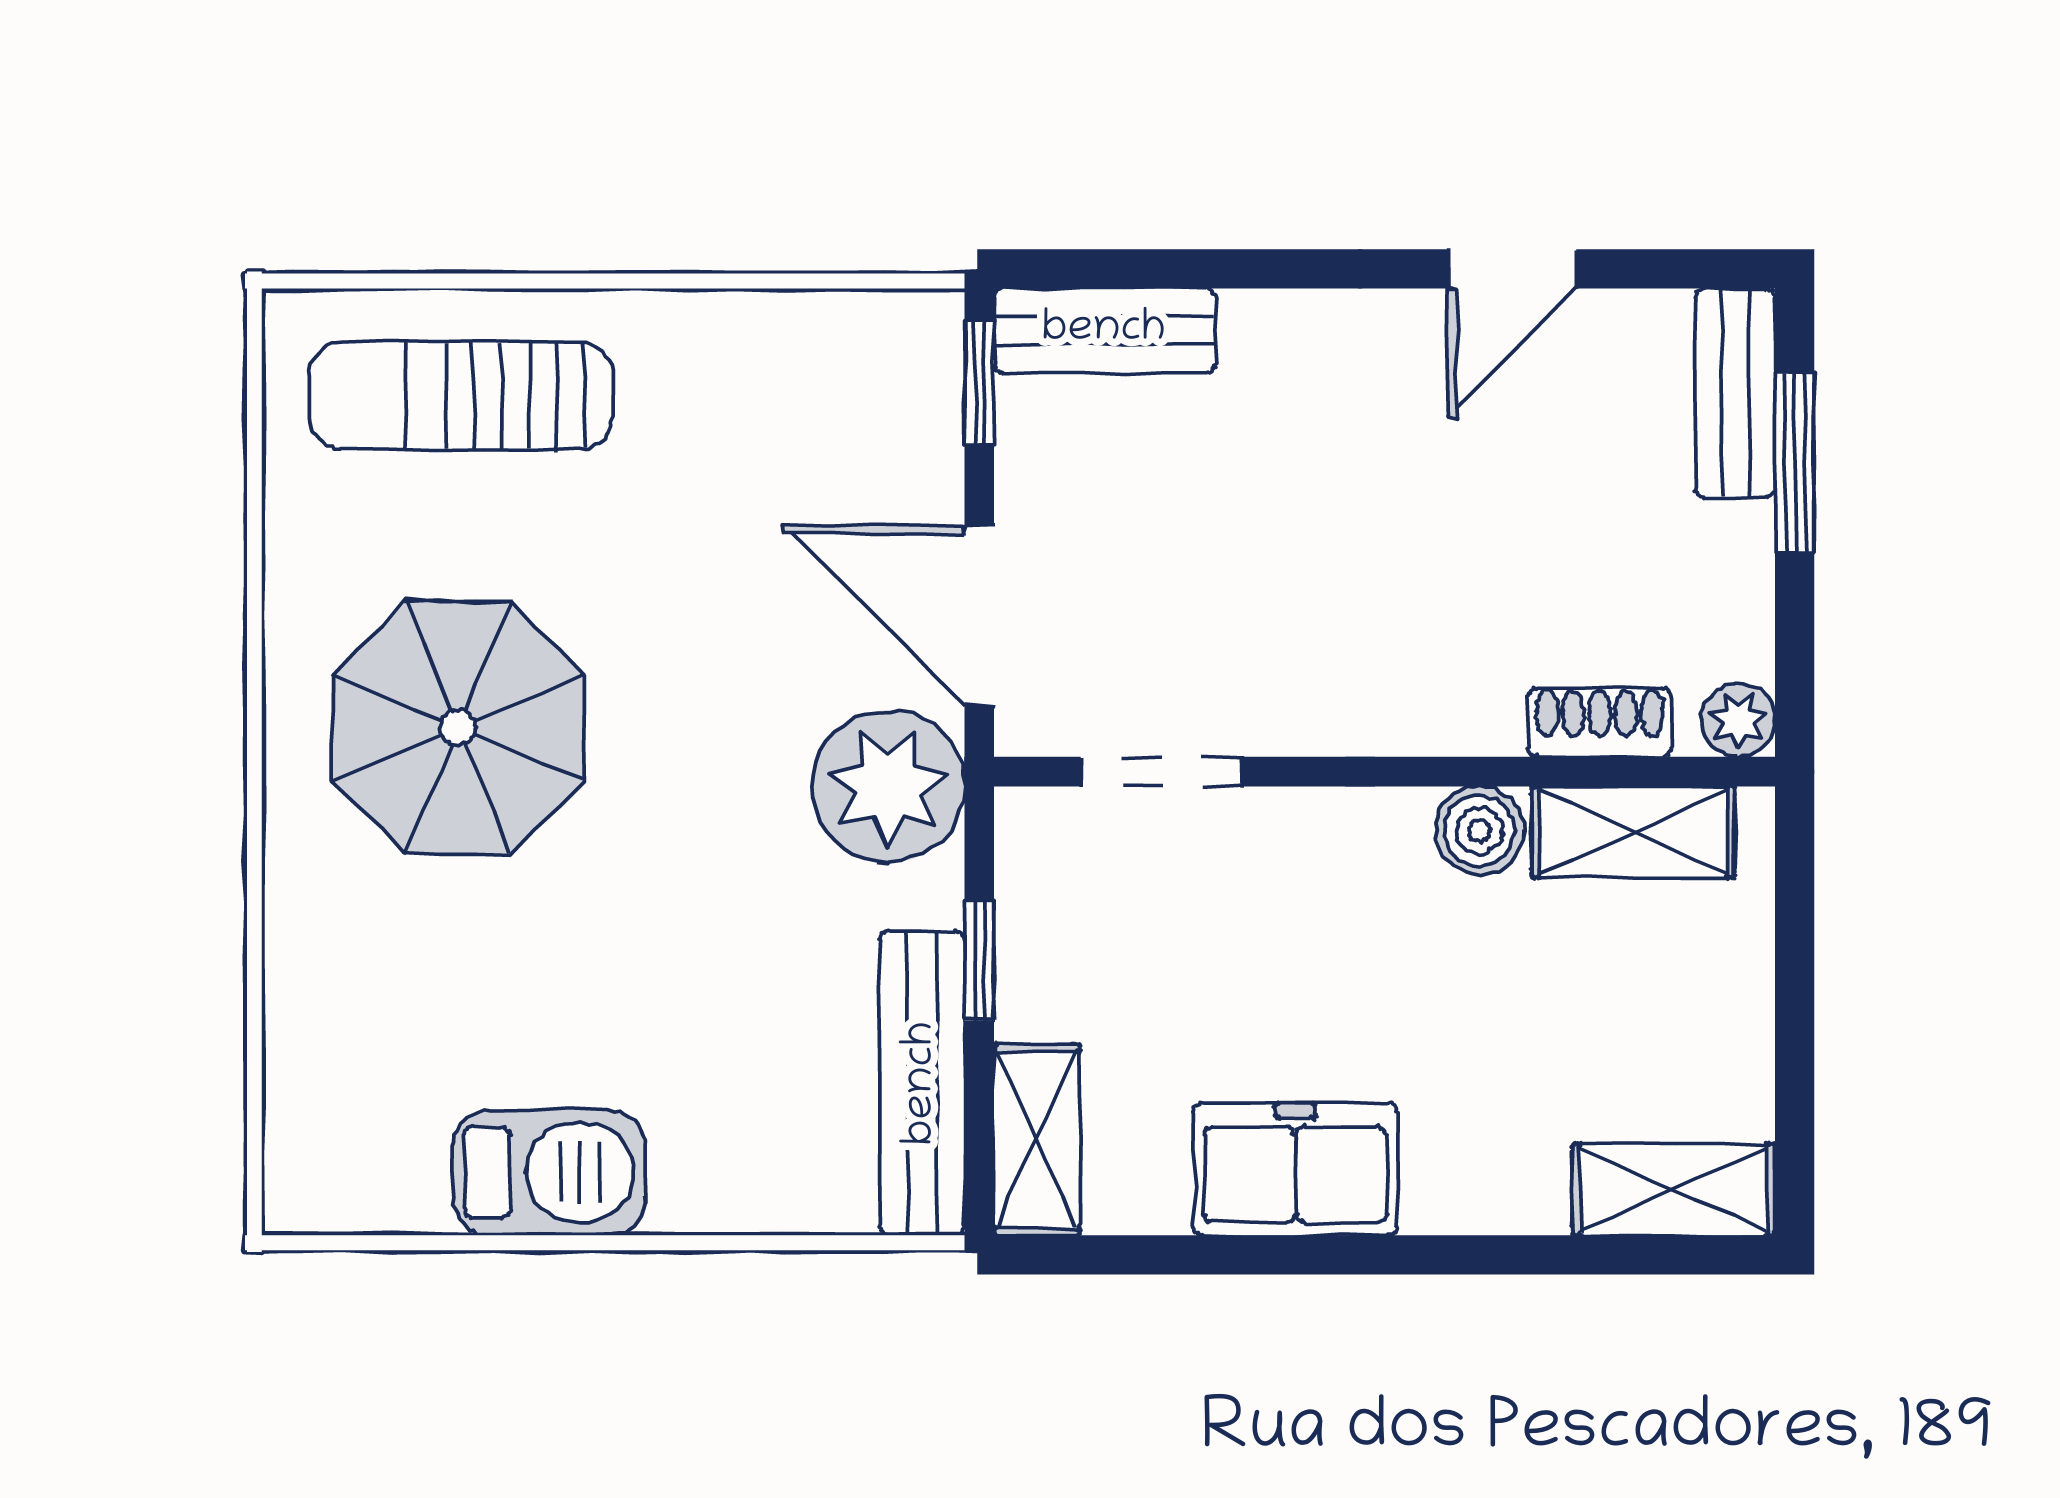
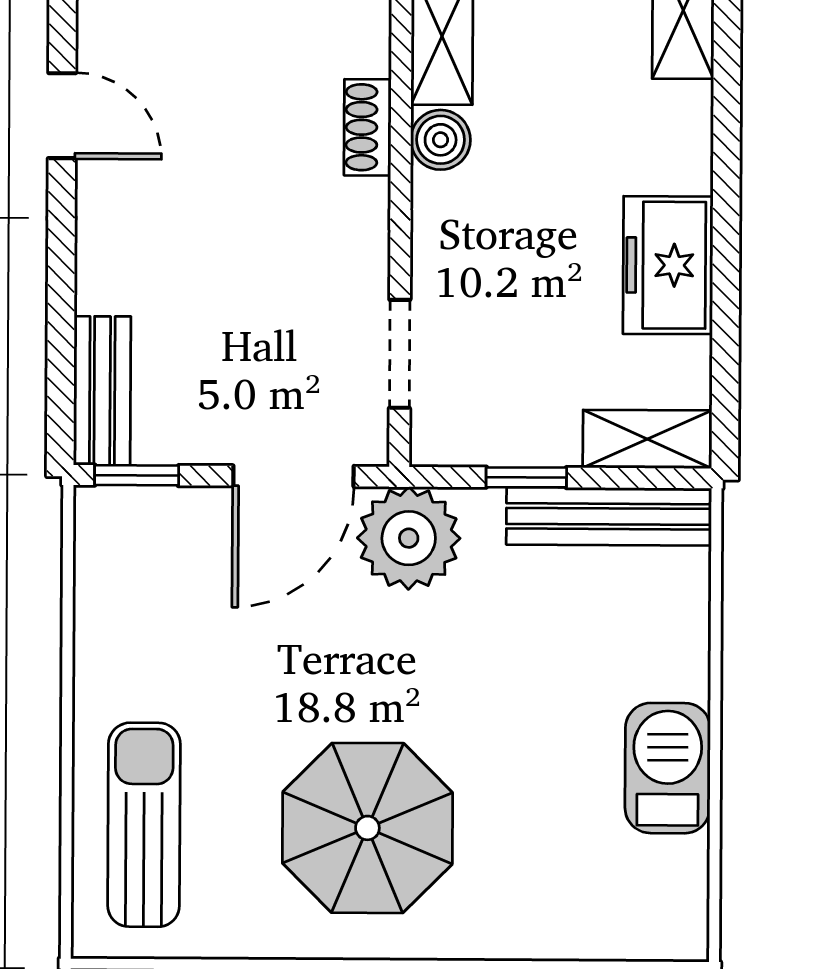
sun lounger: (461, 396) -> (144, 825), turned 180
shoe rack: (1600, 722) -> (368, 127), moved

